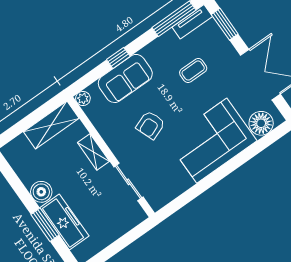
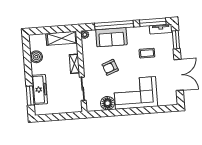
window: (118, 58) -> (114, 25), width x3.17
floor lamp: (261, 123) -> (108, 103), moved
boiler: (41, 192) -> (36, 57), moved
window: (45, 225) -> (30, 96), moved

